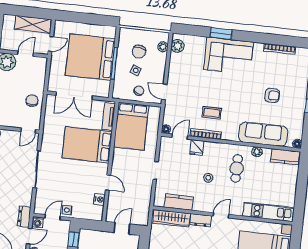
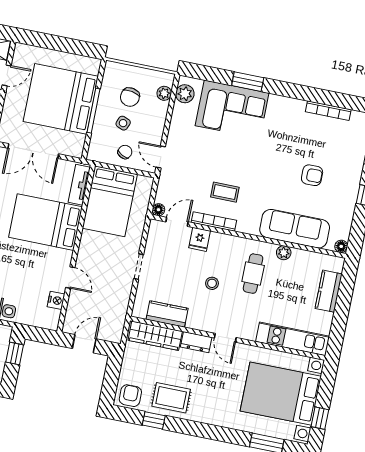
corner sofa: (228, 56) -> (232, 109), moved
kitchen counter: (285, 157) -> (329, 291), moved, turned 90
door: (221, 215) -> (225, 338), swing flipped

